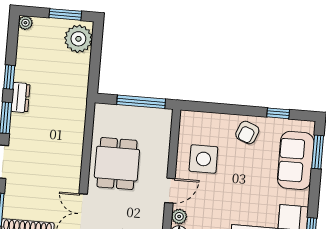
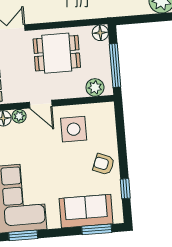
floor lamp: (103, 112) -> (100, 33), added
plant: (162, 128) -> (95, 87), added

